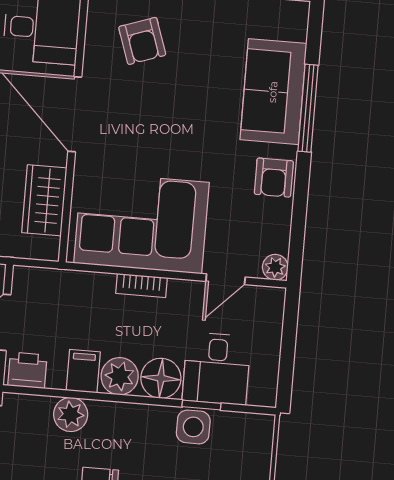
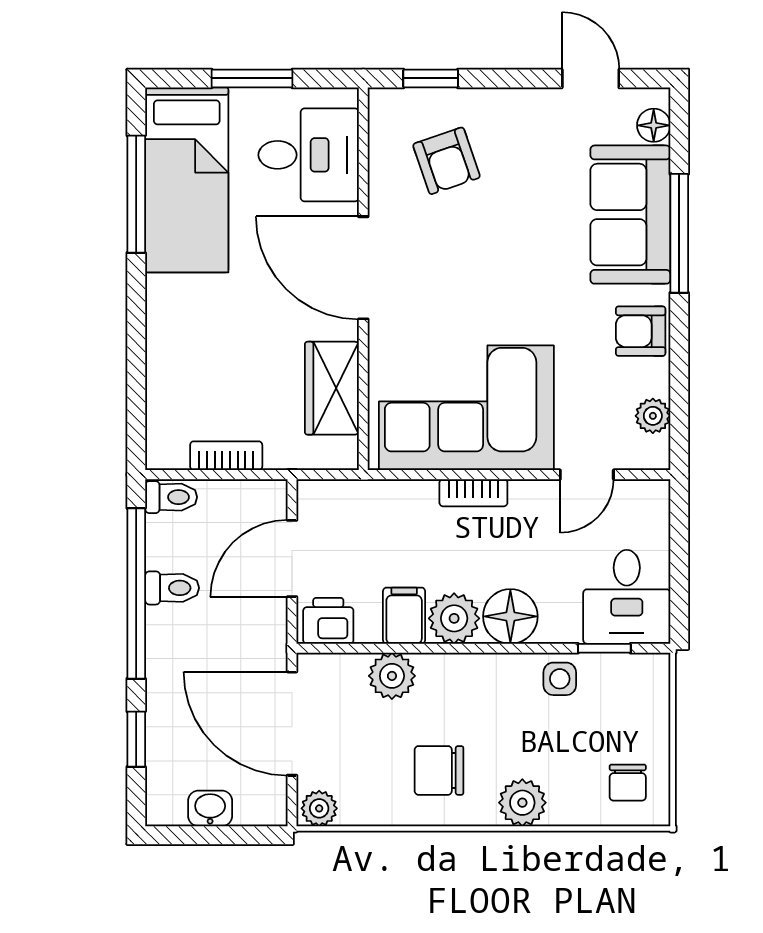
floor lamp: (296, 28) -> (654, 125), added
armchair: (274, 178) -> (641, 331), turned 90
plant: (275, 267) -> (653, 416), moved
desk: (217, 368) -> (627, 597), moved
window: (201, 405) -> (604, 648), moved
side table: (193, 427) -> (560, 679), width x0.73, depth x0.73

